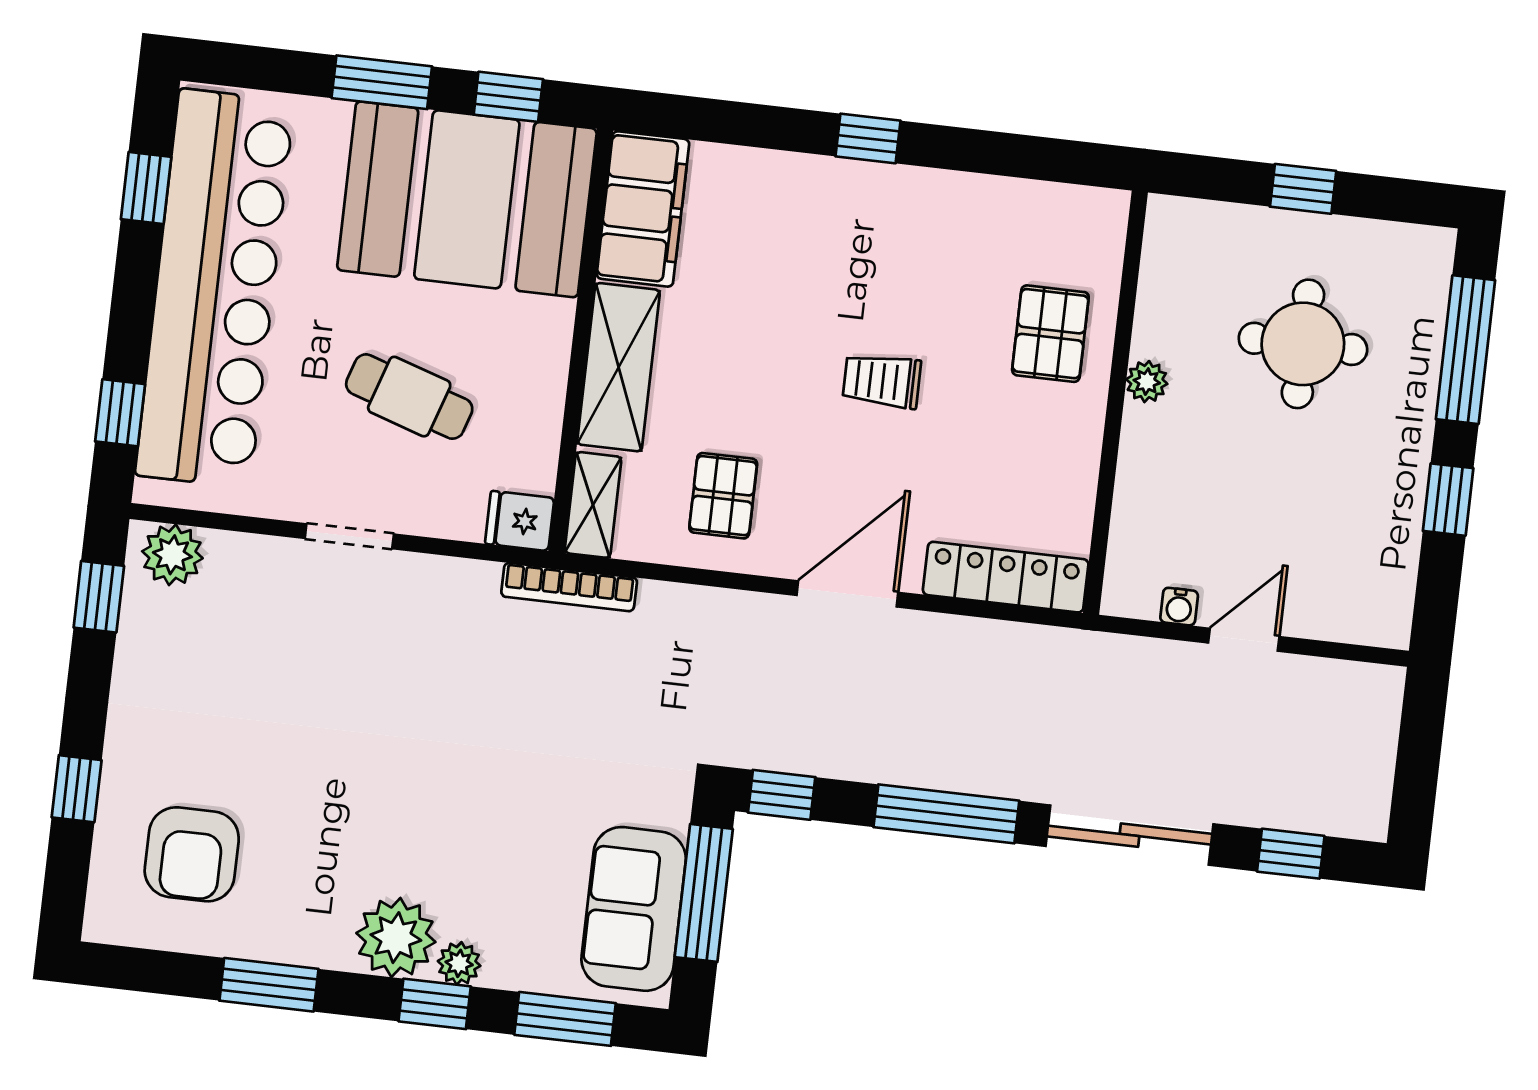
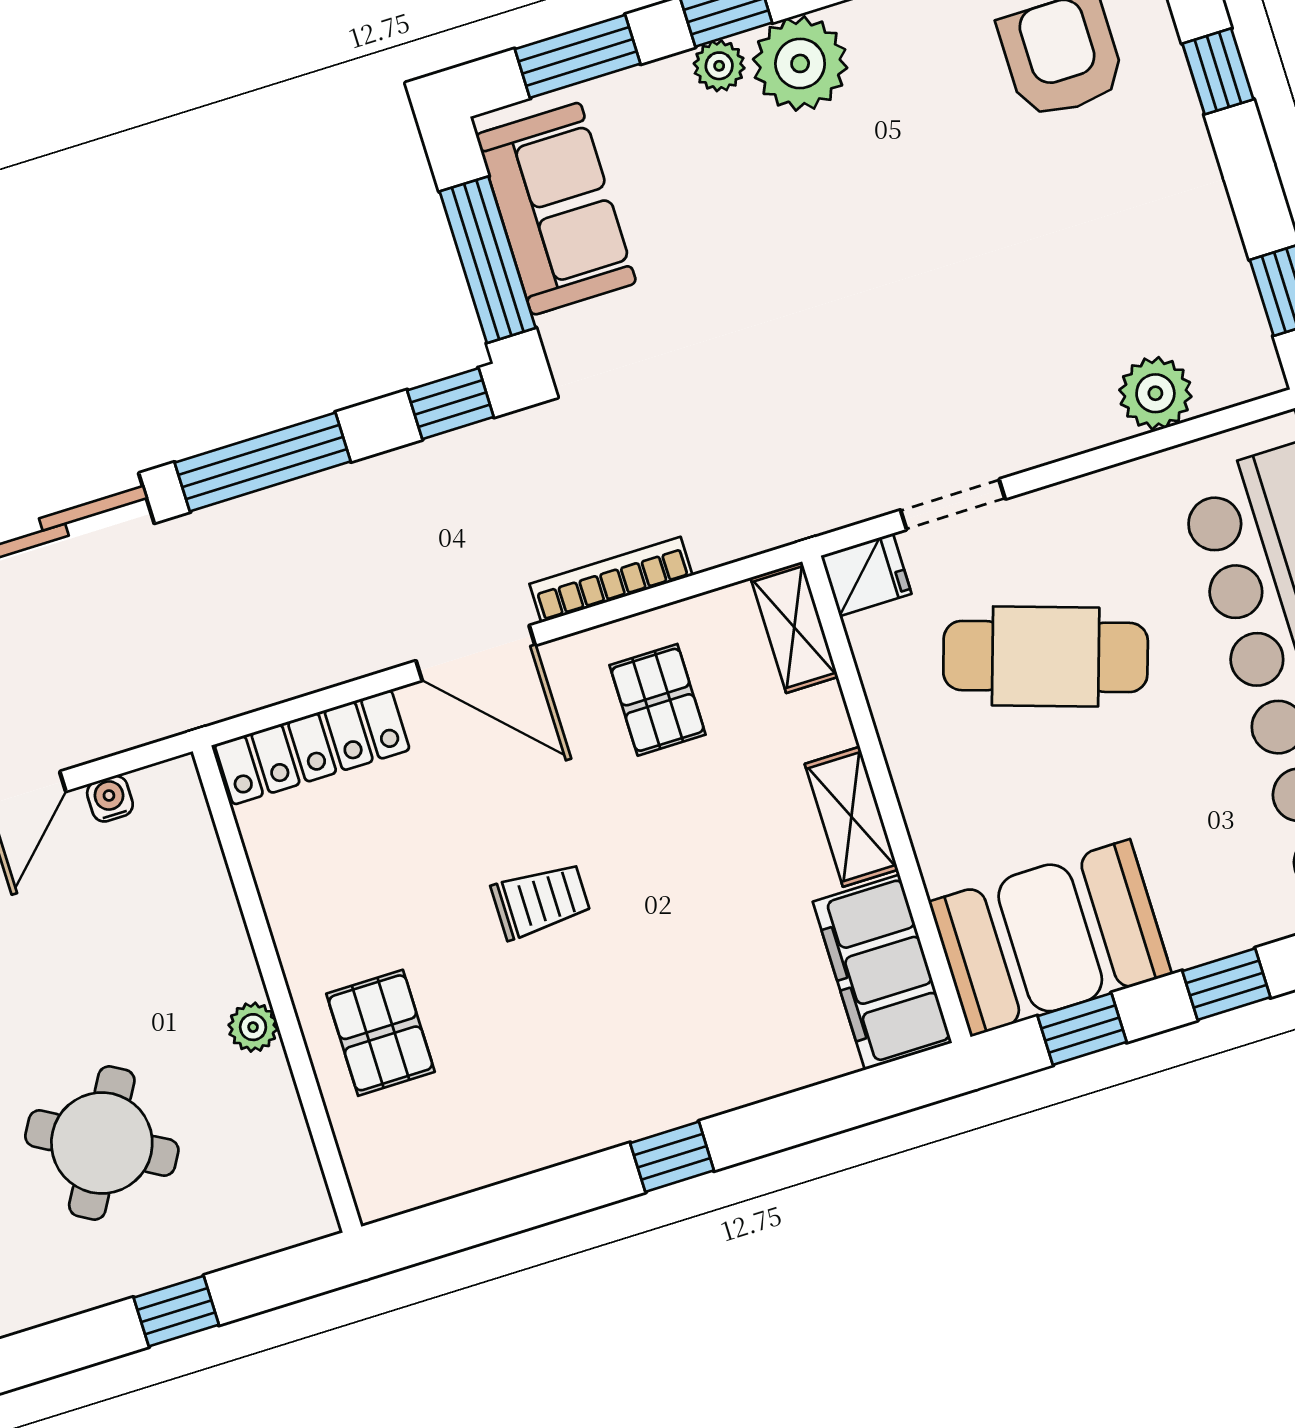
window: (382, 82) -> (1226, 984), width x0.67
booth: (467, 199) -> (1050, 938), width x0.73, depth x0.70
round table: (1303, 344) -> (102, 1143), turned 30
shelving: (619, 367) -> (851, 817), width x0.67, depth x0.75
cafe table: (409, 397) -> (1046, 656), width x1.37, depth x1.35
doorway: (349, 536) -> (953, 504), moved
plant: (172, 555) -> (1155, 393), moved
bookcase: (569, 587) -> (611, 580), moved
door: (847, 594) -> (476, 653), hinge flipped

